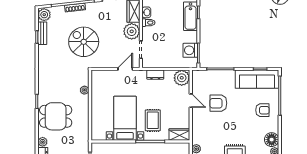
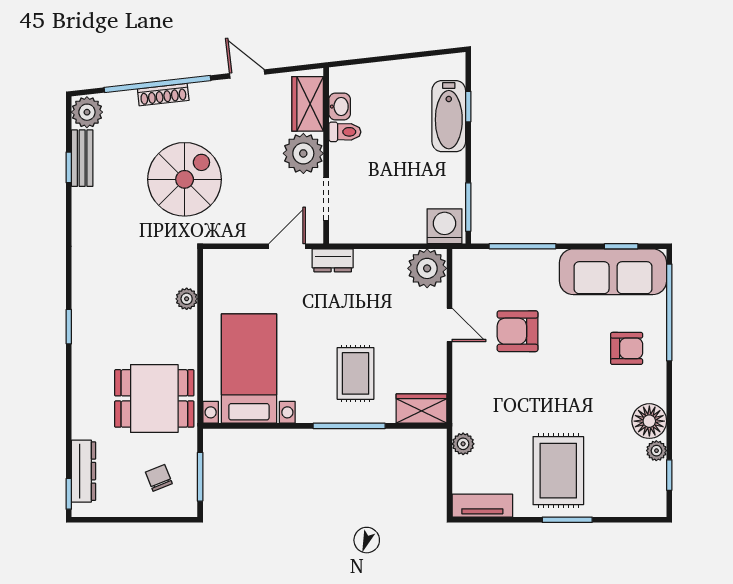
spiral stairs: (84, 42) -> (185, 179), turned 90
washing machine: (190, 50) -> (445, 226), moved, turned 90
dresser: (155, 75) -> (333, 260), moved
dining table: (56, 116) -> (154, 398), moved
bed with nightstands: (125, 118) -> (249, 369), moved
plant: (43, 142) -> (83, 427), removed

